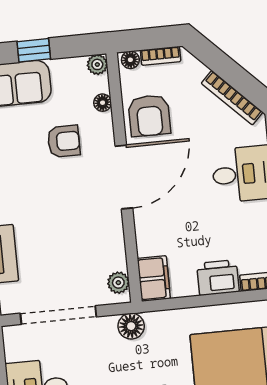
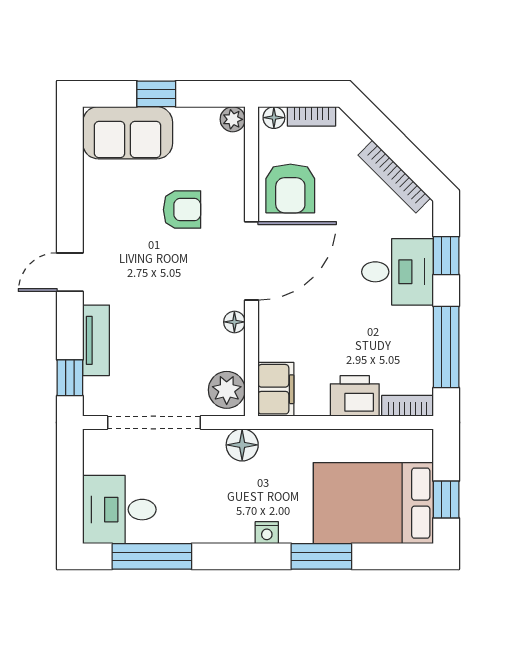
floor lamp: (103, 103) -> (234, 322), moved
plant: (118, 283) -> (227, 390), width x1.38, depth x1.38

